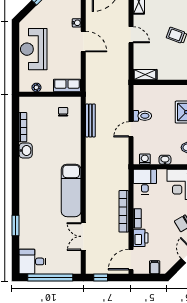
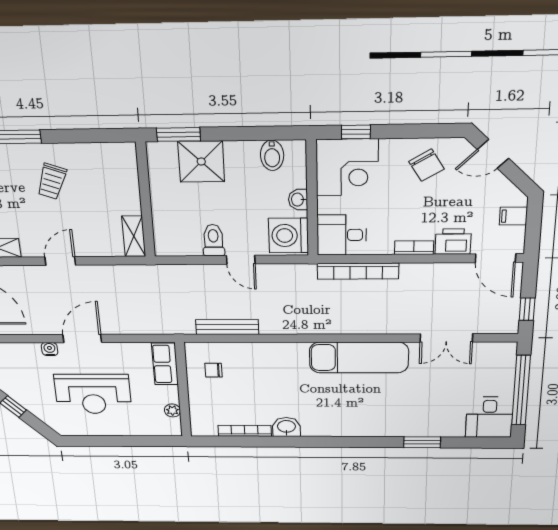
reception desk: (34, 49) -> (93, 394), moved
washing machine: (145, 159) -> (289, 235), width x1.89, depth x1.89
bookcase: (124, 211) -> (358, 271), moved

